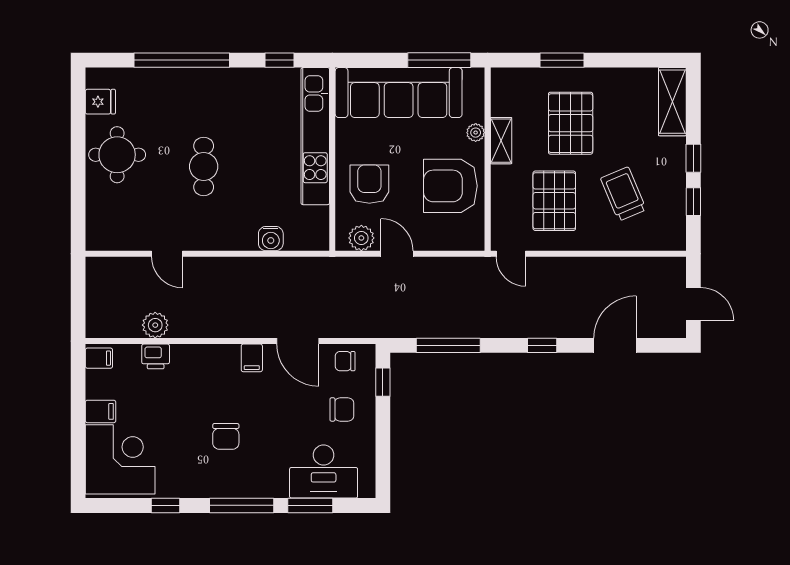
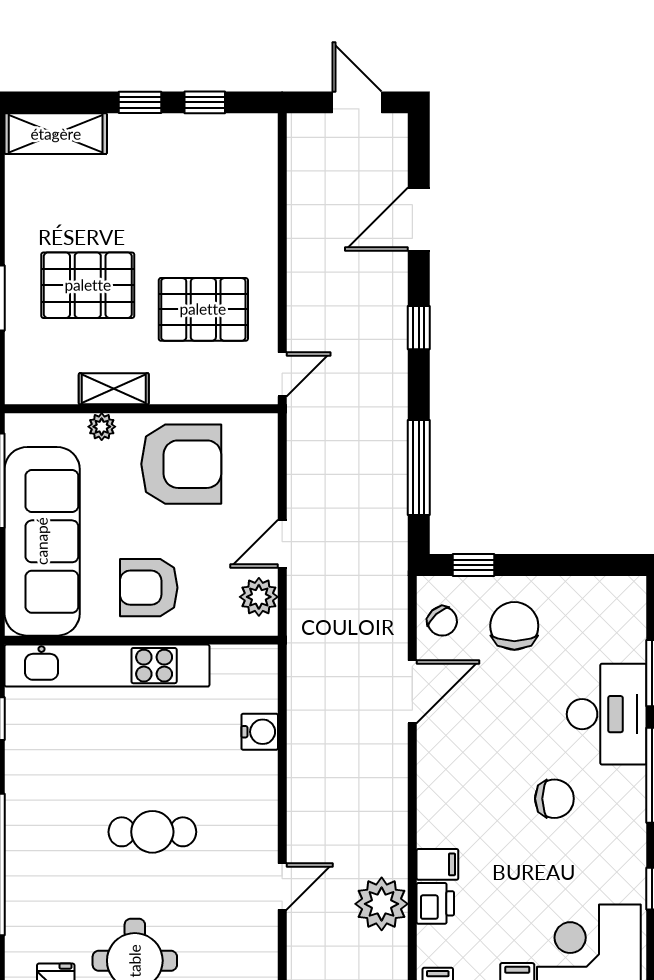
armchair: (369, 184) -> (149, 588), moved
armchair: (450, 186) -> (181, 464), turned -90
trolley: (623, 194) -> (193, 206), removed
door: (693, 304) -> (357, 102), hinge flipped
plant: (155, 325) -> (382, 904), width x1.36, depth x1.36
door: (615, 345) -> (419, 219), hinge flipped
filing cabinet: (252, 358) -> (437, 864), moved
chair: (345, 361) -> (442, 621), turned -41
chair: (342, 409) -> (514, 626), width x1.37, depth x1.37
desk: (324, 472) -> (607, 714), moved

